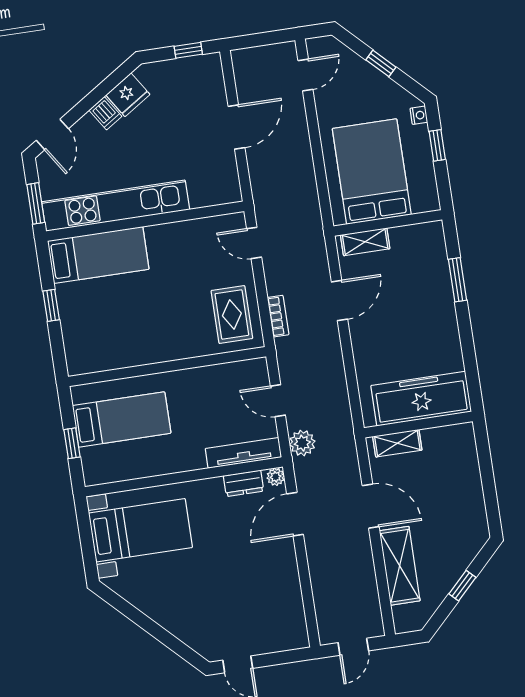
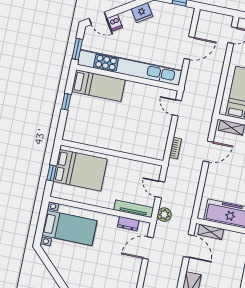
dishwasher: (105, 113) -> (115, 23), moved
door: (52, 135) -> (98, 18), hinge flipped
kitchen unit: (116, 206) -> (129, 67), width x1.36
rug: (232, 314) -> (153, 139), removed
bed: (122, 419) -> (80, 170), width x1.50
plant: (276, 477) -> (145, 226), removed
door: (371, 506) -> (189, 246), moved

